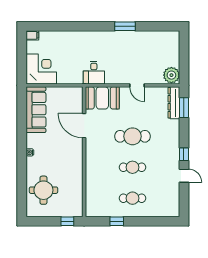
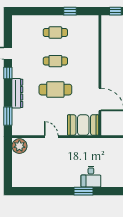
window: (125, 26) -> (84, 191), moved
desk: (94, 73) -> (91, 177), moved, turned 180
dresser: (174, 103) -> (17, 93), moved

